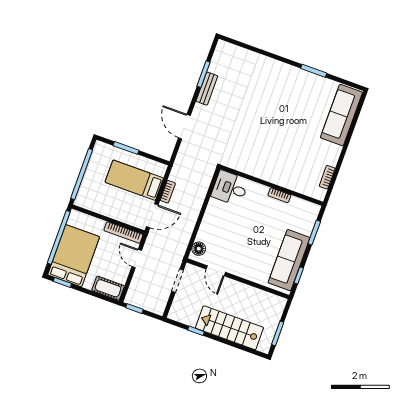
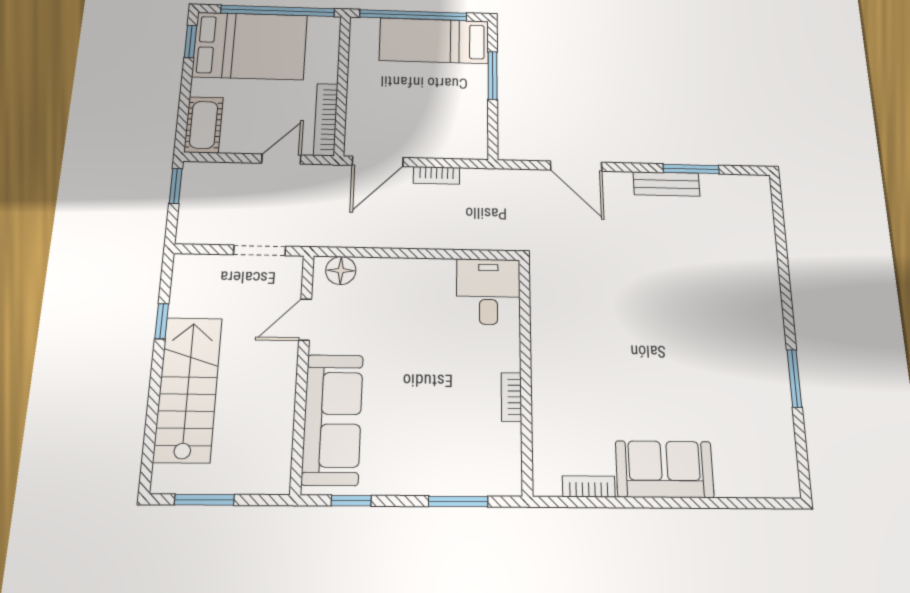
sofa: (341, 115) -> (664, 469), moved, width x0.73
door: (184, 127) -> (576, 166), swing flipped
bed: (134, 180) -> (434, 41), moved, turned -90
door: (152, 216) -> (378, 161), hinge flipped
sofa: (289, 260) -> (333, 419), moved, turned 90

